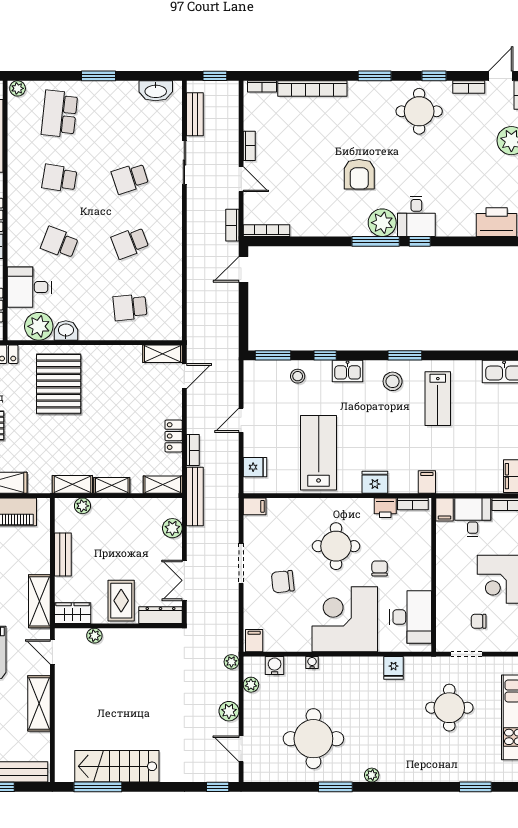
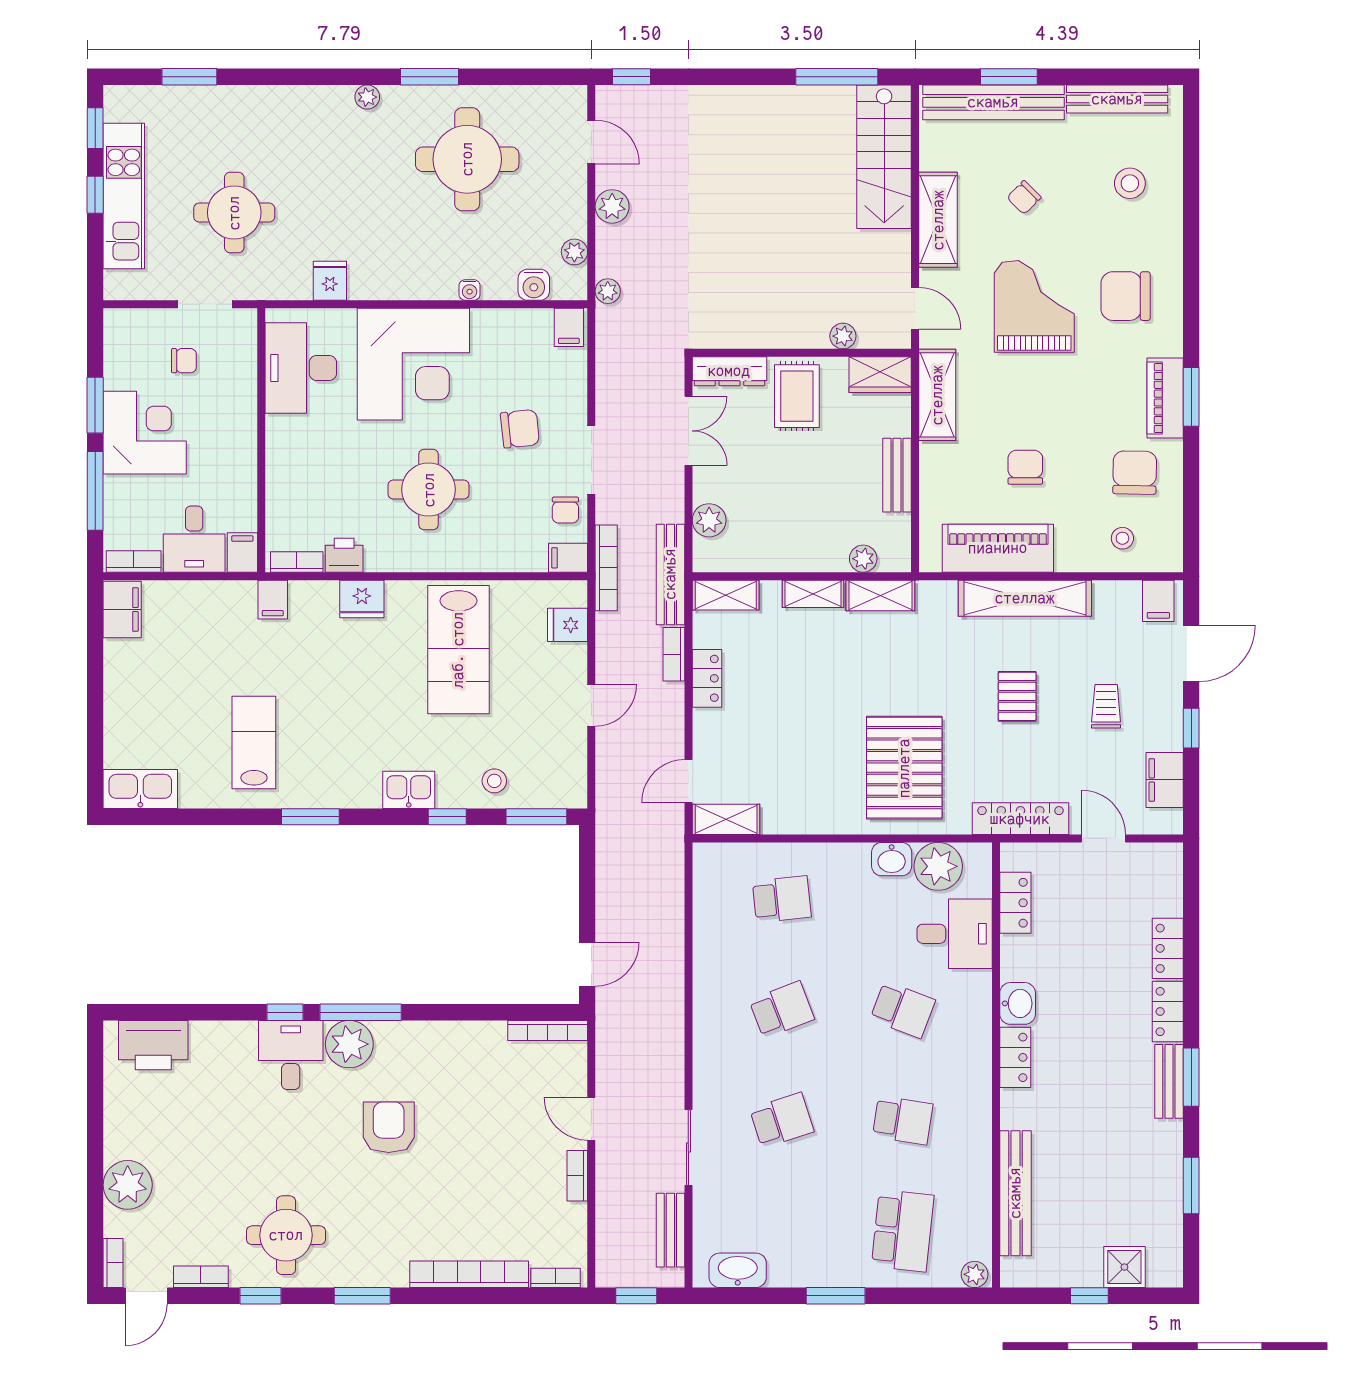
bookcase: (232, 225) -> (606, 568), moved, width x1.56
stool: (393, 381) -> (332, 772), removed
chair: (380, 568) -> (565, 510), moved
stairs: (117, 766) -> (884, 157), moved, turned 90

